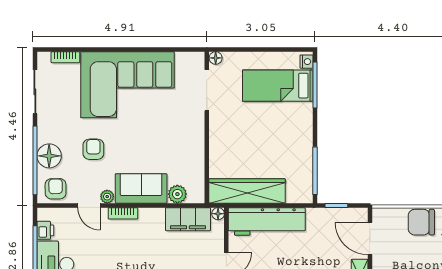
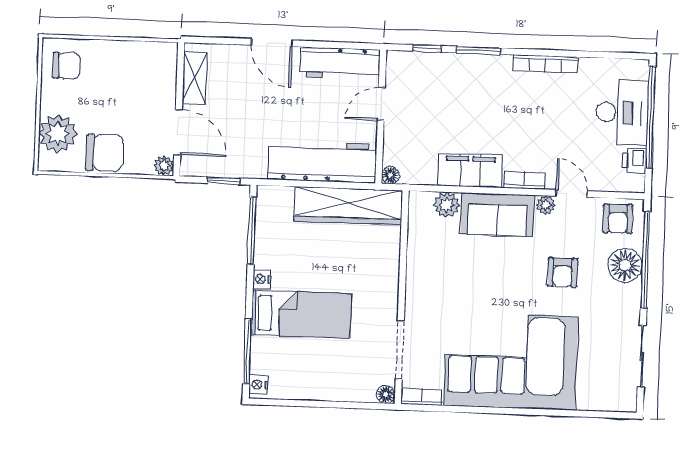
bookcase: (65, 57) -> (422, 397), moved
bed: (278, 86) -> (301, 314), moved
nightstand: (307, 137) -> (262, 279), added
plant: (379, 215) -> (164, 166), added
filing cabinet: (188, 219) -> (470, 170), moved

